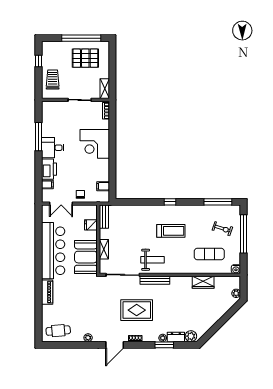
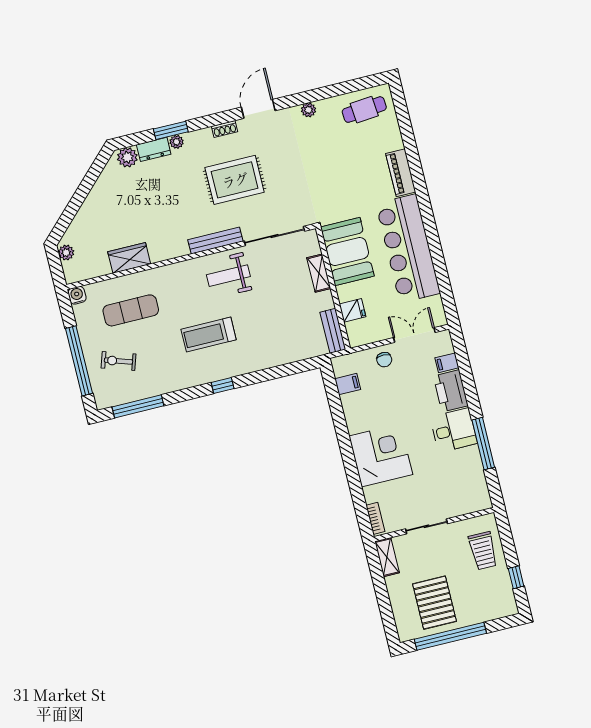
pallet: (85, 58) -> (435, 603), turned 90

